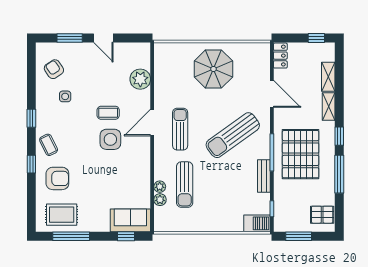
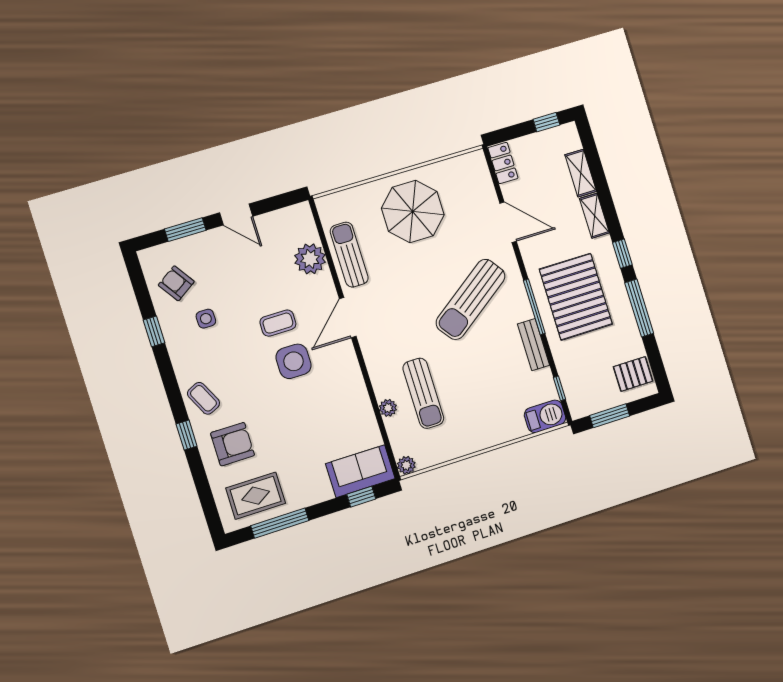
window: (31, 118) -> (154, 331), moved
sun lounger: (180, 129) -> (349, 255), moved
plant: (160, 200) -> (406, 465), moved

